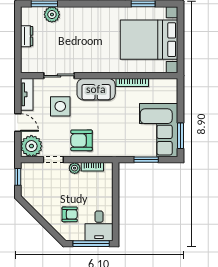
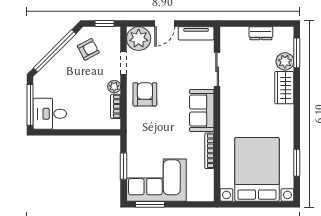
wardrobe: (76, 15) -> (284, 88), added
side table: (60, 106) -> (183, 71), removed
armchair: (70, 214) -> (88, 49), moved, turned -118
window: (42, 222) -> (55, 51), added

